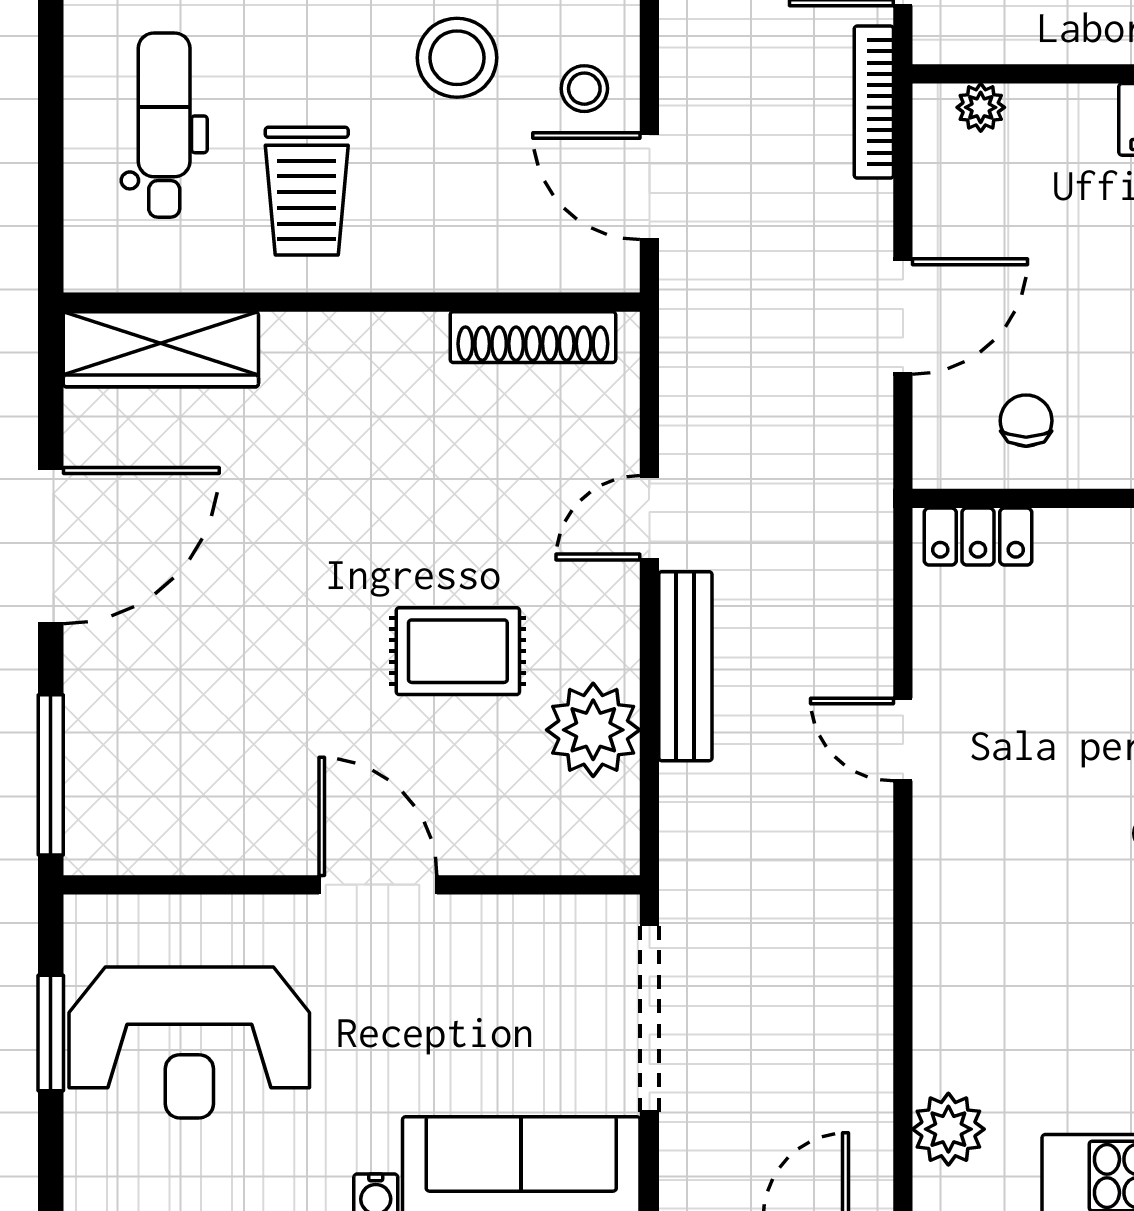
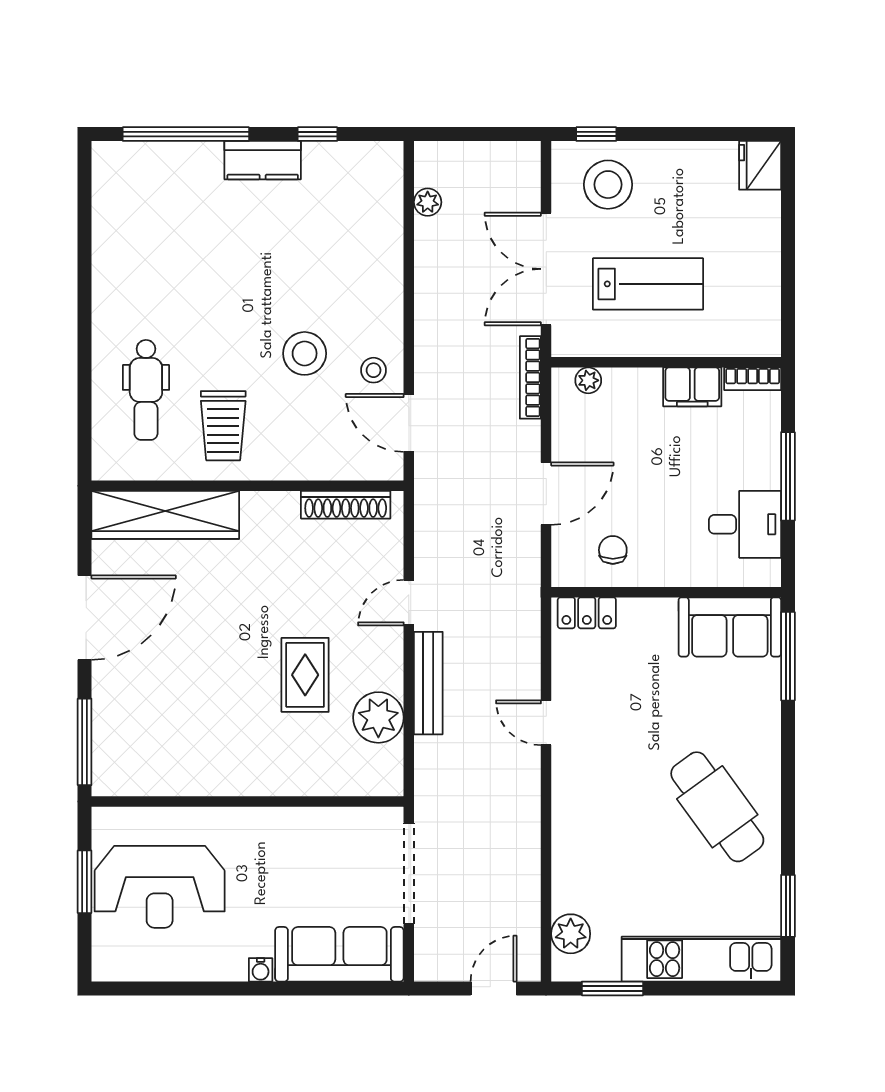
dental chair: (164, 125) -> (146, 390), turned 180
wardrobe: (161, 349) -> (165, 515), width x1.40, depth x1.17
rug: (458, 651) -> (305, 675), turned 90
door: (378, 885) -> (262, 801), removed

